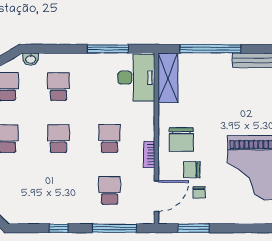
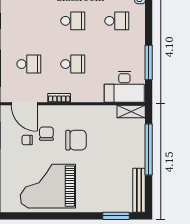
shelving: (168, 78) -> (131, 111), width x0.67, depth x0.75
chair: (181, 140) -> (76, 140), moved, turned 180

